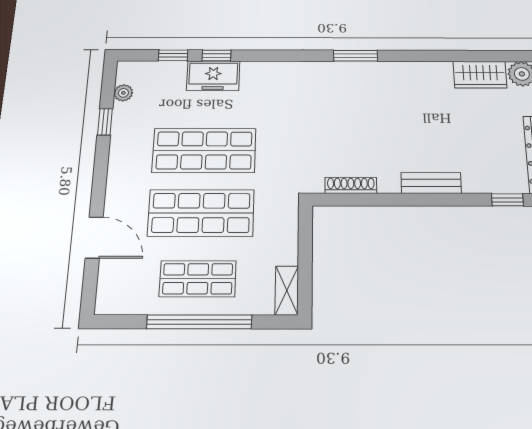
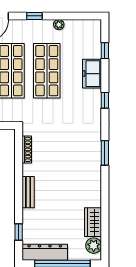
window: (217, 55) -> (105, 100), moved
plant: (123, 93) -> (59, 25), moved
window: (105, 122) -> (34, 16), moved

